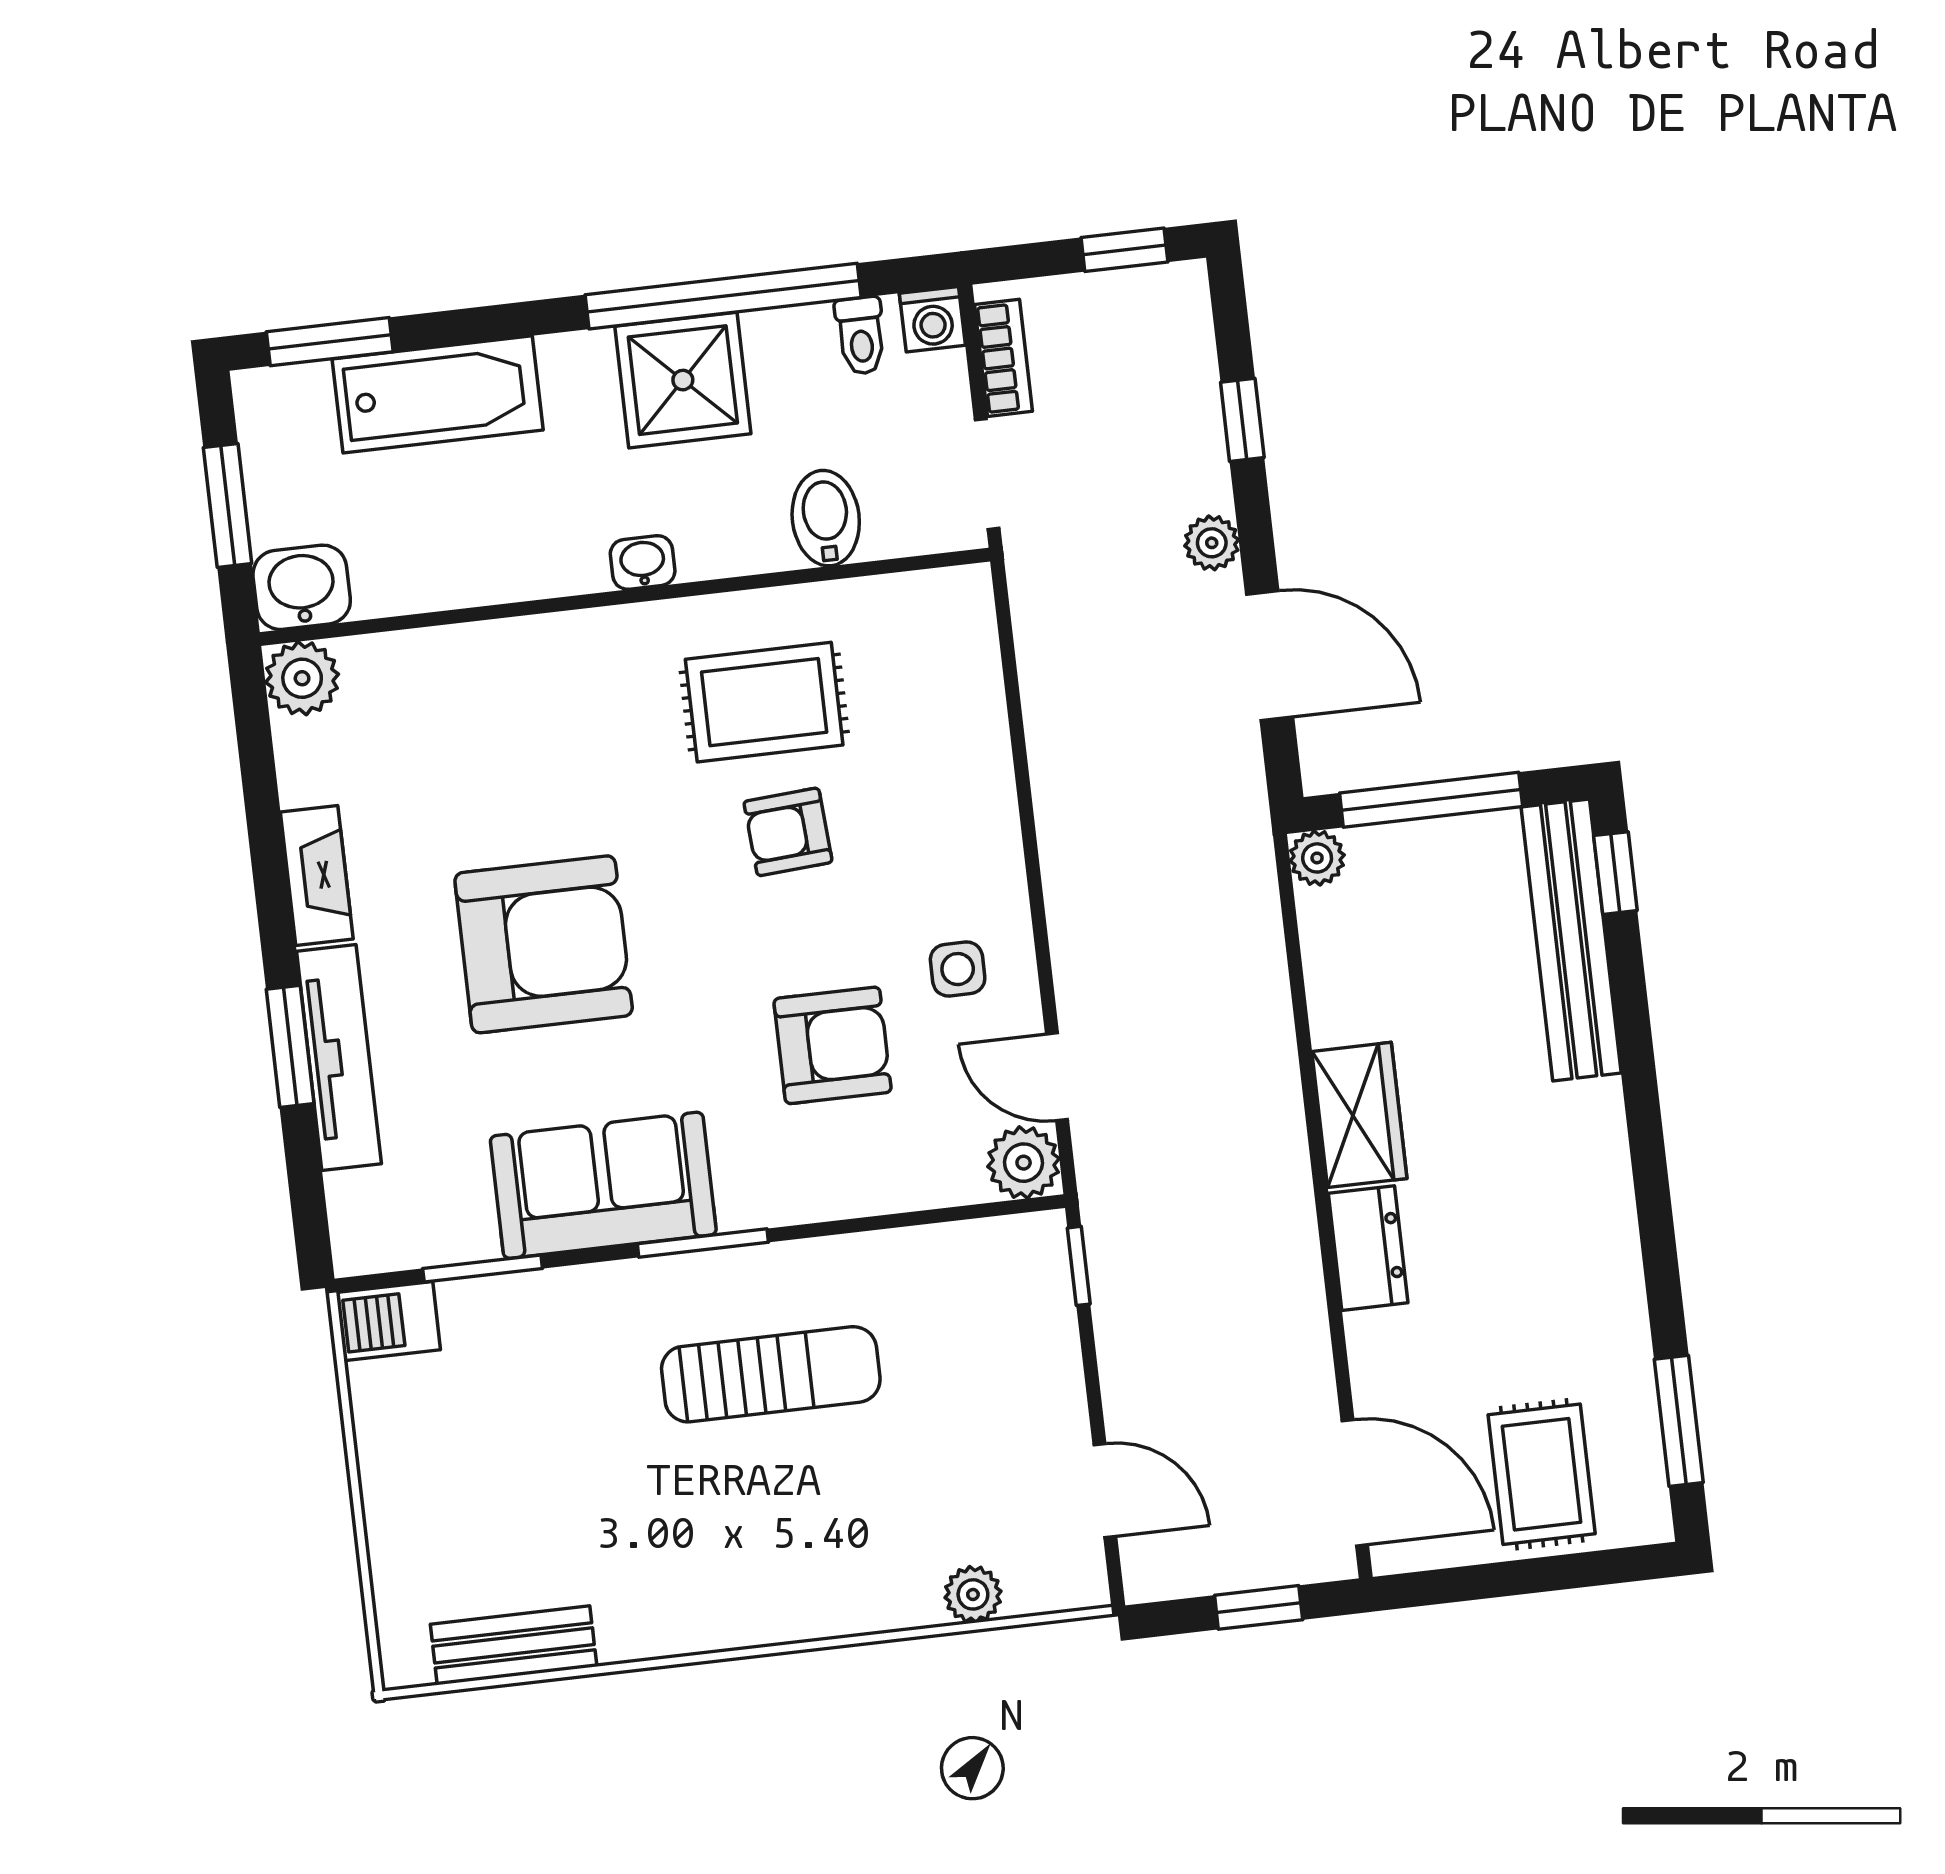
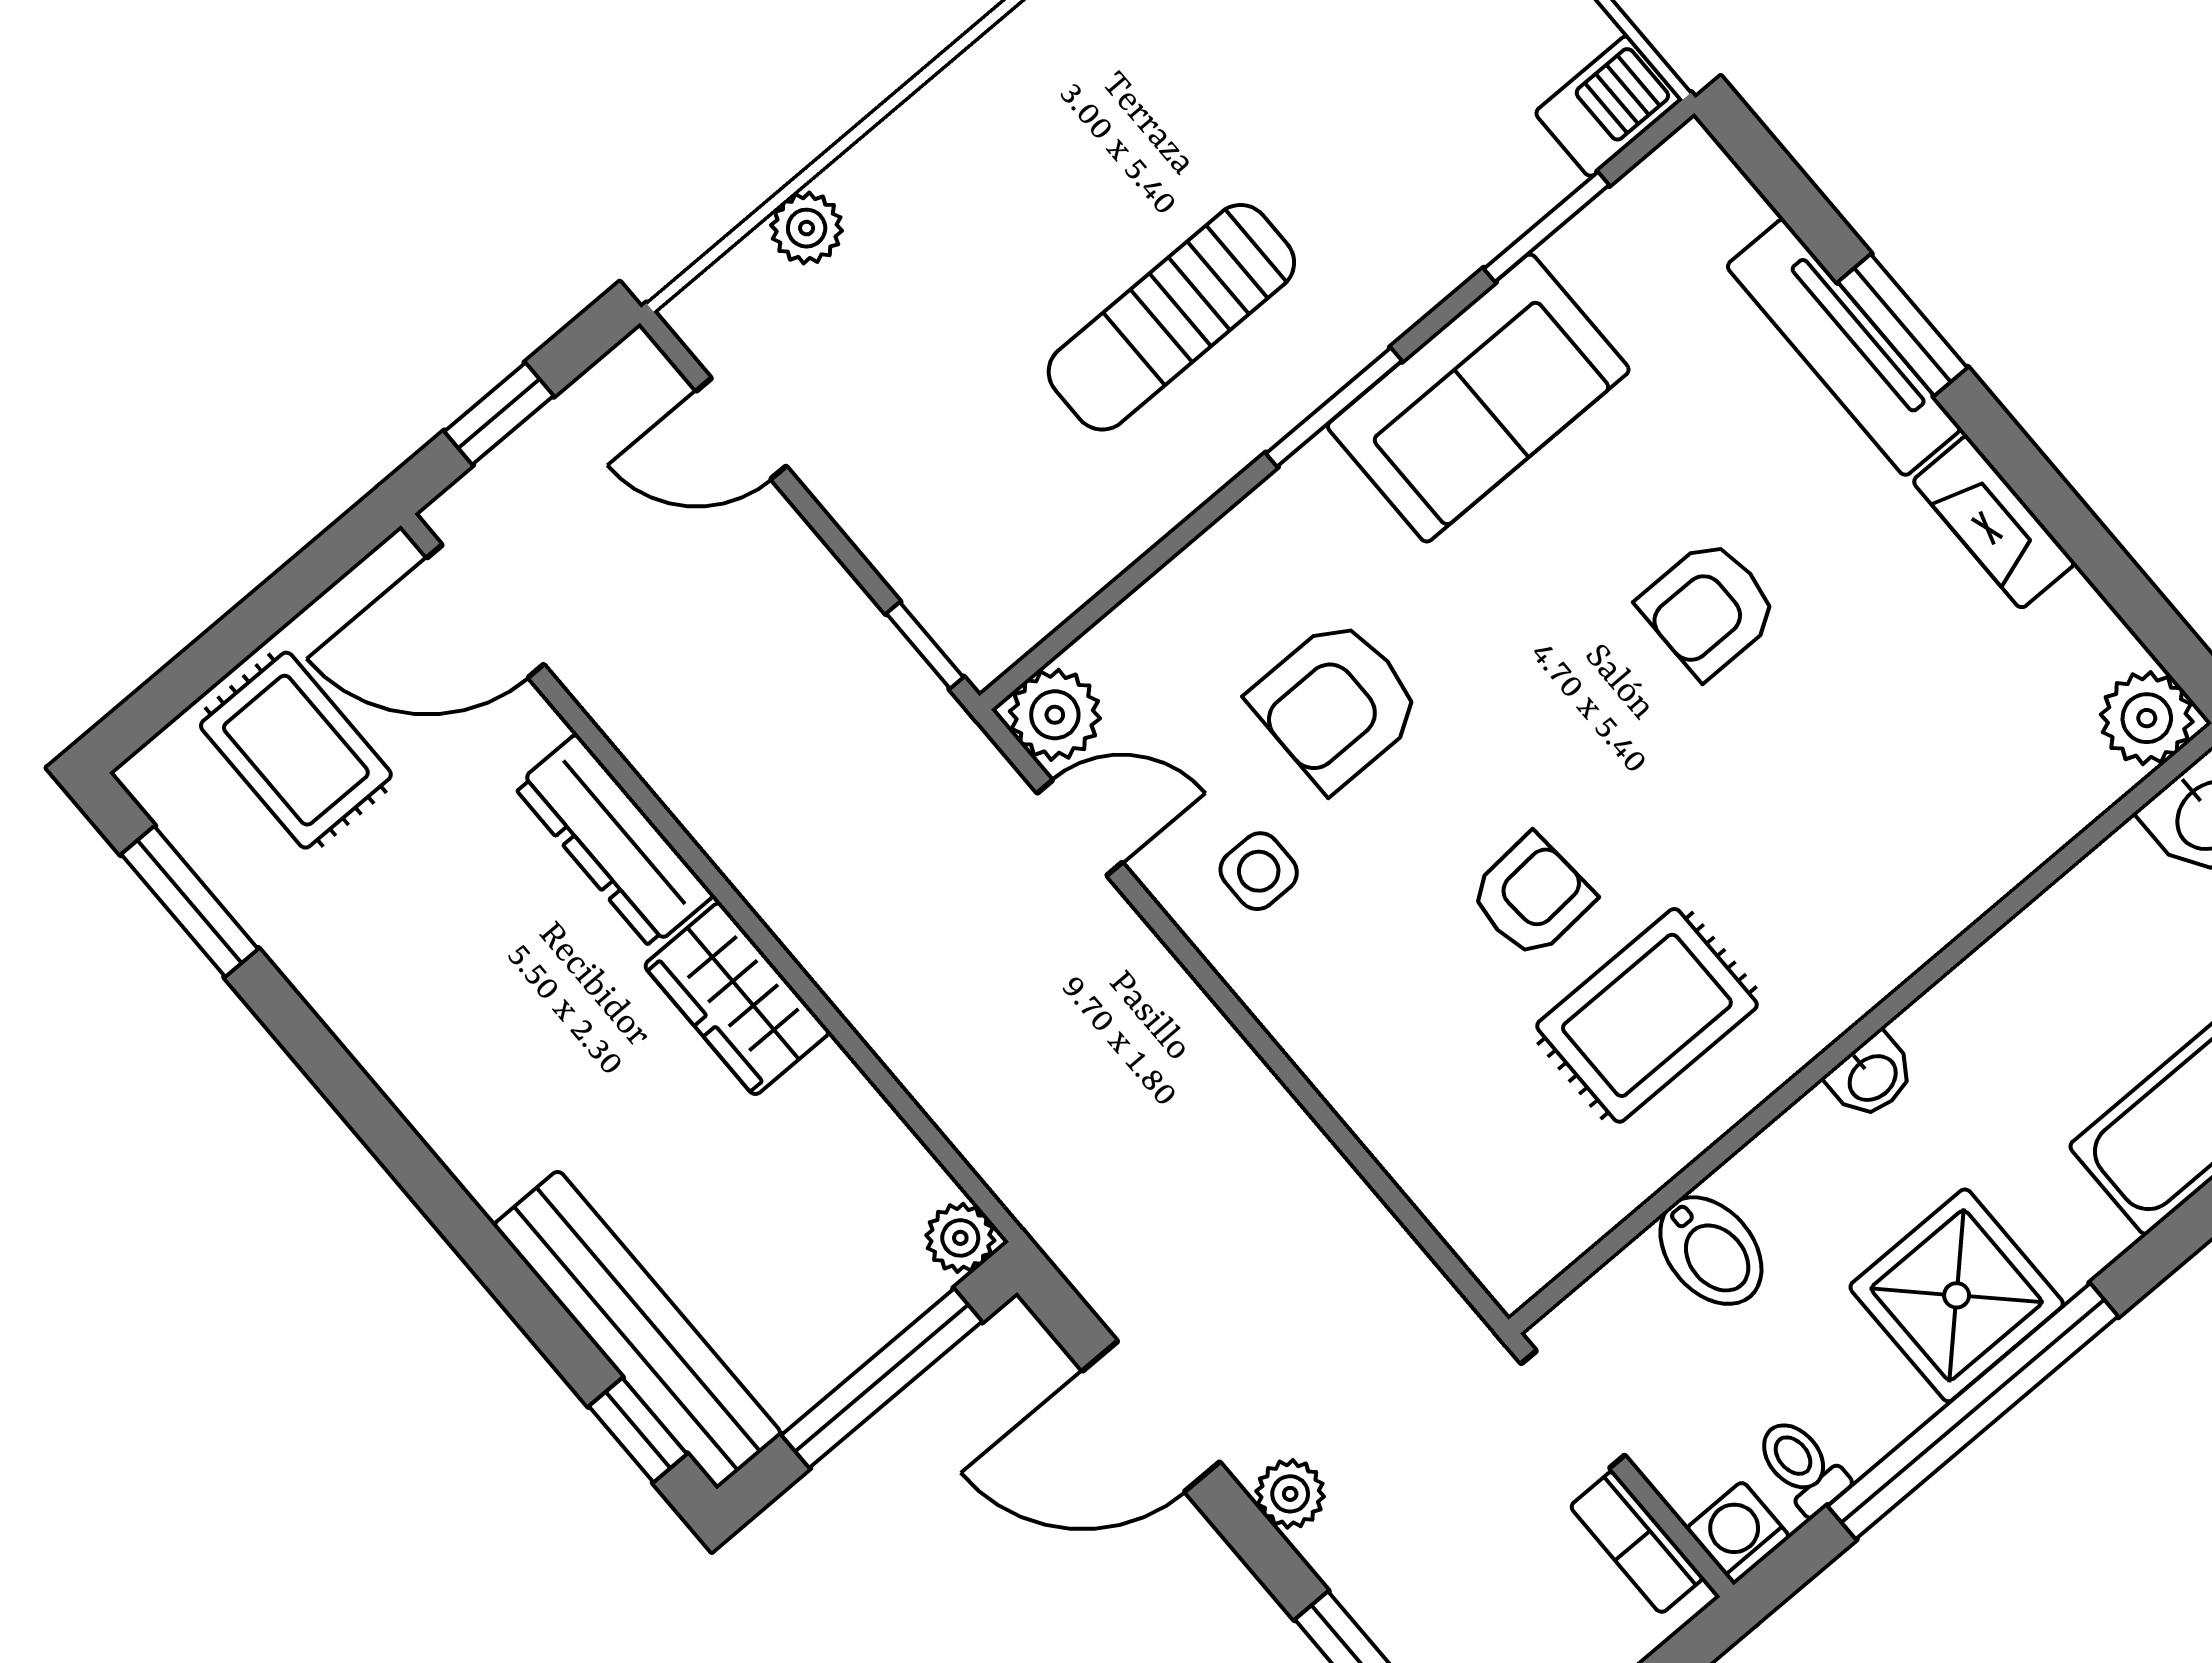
armchair: (544, 944) -> (1709, 608), width x0.53, depth x0.53
dresser: (1368, 1248) -> (614, 841), width x1.44

